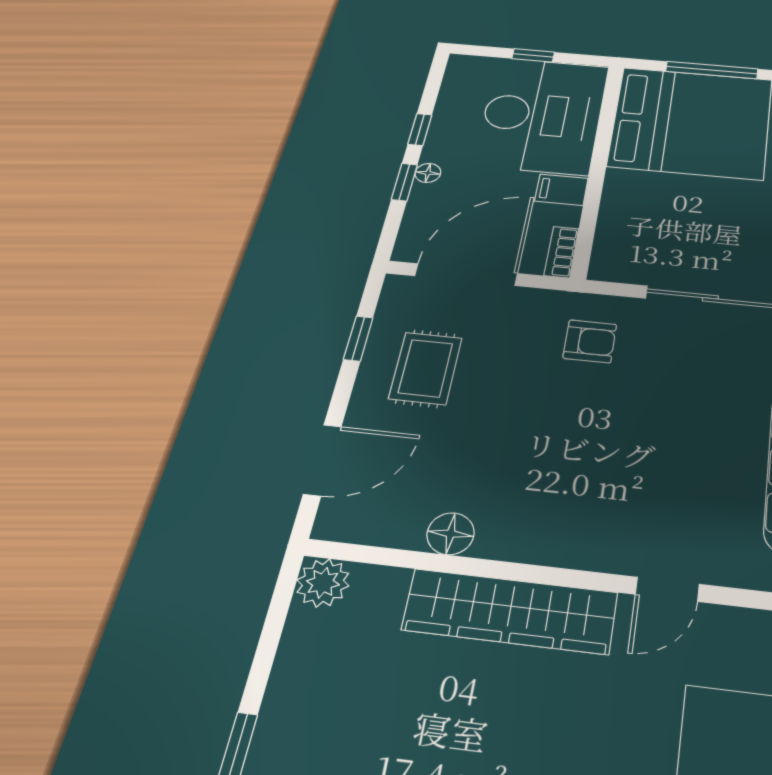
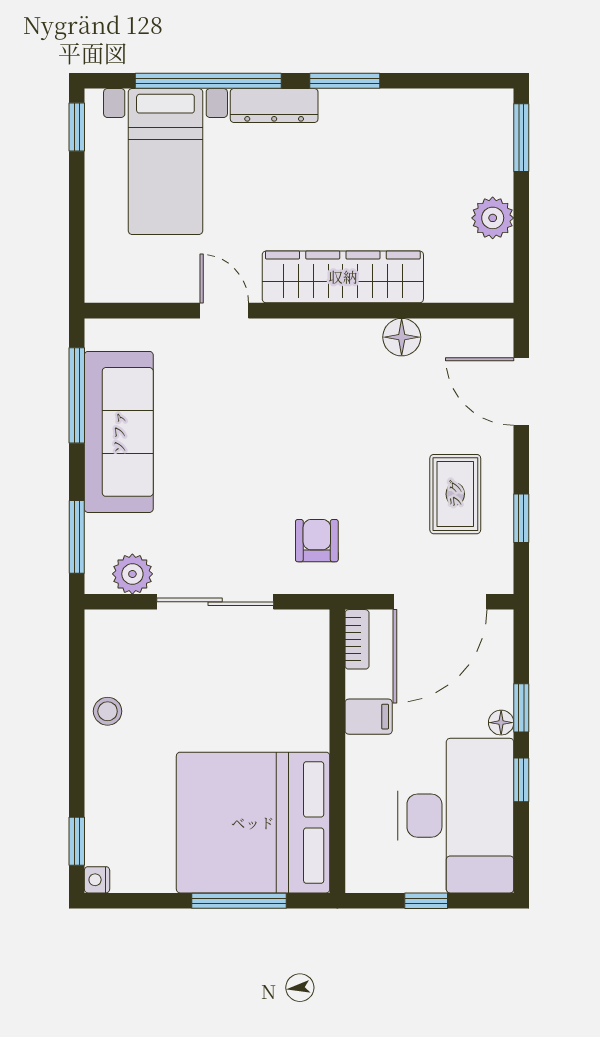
desk: (542, 115) -> (456, 816), moved, turned 180
armchair: (590, 341) -> (317, 541), turned 90
door: (322, 460) -> (521, 392), hinge flipped
plant: (323, 583) -> (493, 218), moved
door: (667, 589) -> (224, 311), hinge flipped

